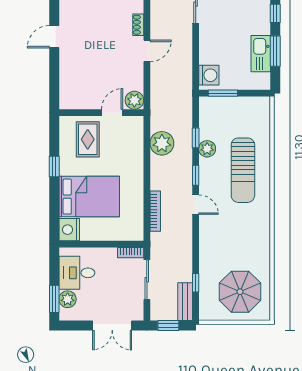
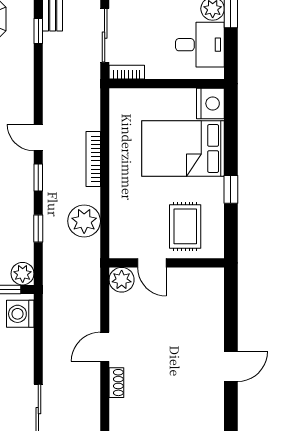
door: (112, 113) -> (152, 263), hinge flipped
plant: (207, 149) -> (23, 274), moved
bookcase: (155, 211) -> (93, 159), moved

